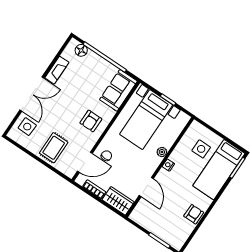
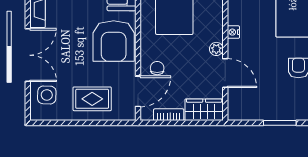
armchair: (91, 121) -> (114, 41), width x1.88, depth x1.88
rug: (54, 148) -> (92, 99), turned 90
plant: (162, 152) -> (216, 49), moved

